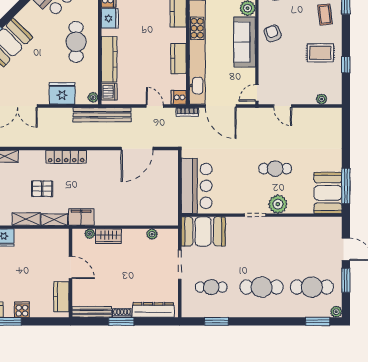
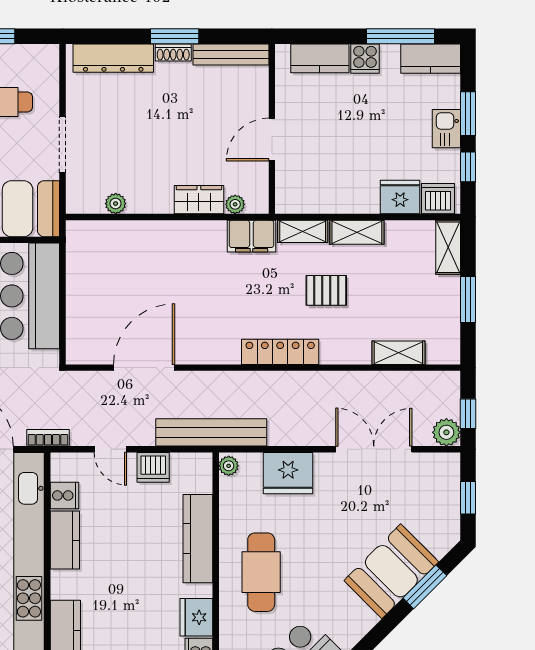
dishwasher: (109, 92) -> (153, 467), moved, turned -90
cooker: (179, 97) -> (64, 495), moved
door: (70, 267) -> (272, 140), hinge flipped
kitchen counter: (61, 297) -> (320, 58), moved, turned 90

